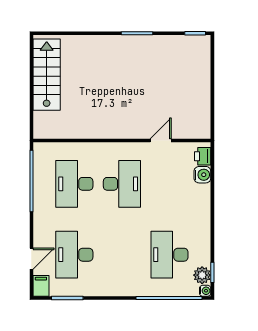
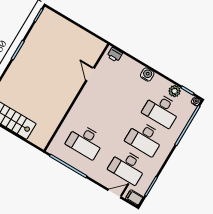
water cooler: (202, 175) -> (147, 74), moved
desk: (122, 184) -> (145, 138), moved, turned 180
door: (31, 259) -> (115, 194), hinge flipped
plant: (202, 275) -> (175, 91), moved

